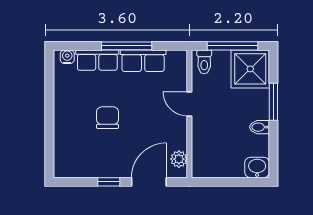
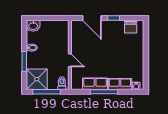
chair: (108, 118) -> (131, 27), moved
plant: (179, 159) -> (76, 30), removed
door: (149, 182) -> (92, 18), hinge flipped

